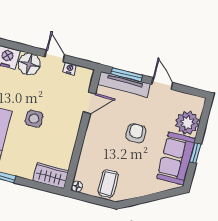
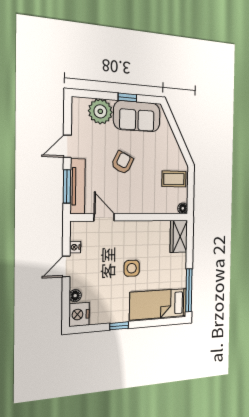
floor lamp: (29, 64) -> (75, 296), width x0.53, depth x0.53
armchair: (136, 133) -> (122, 163), turned 116

